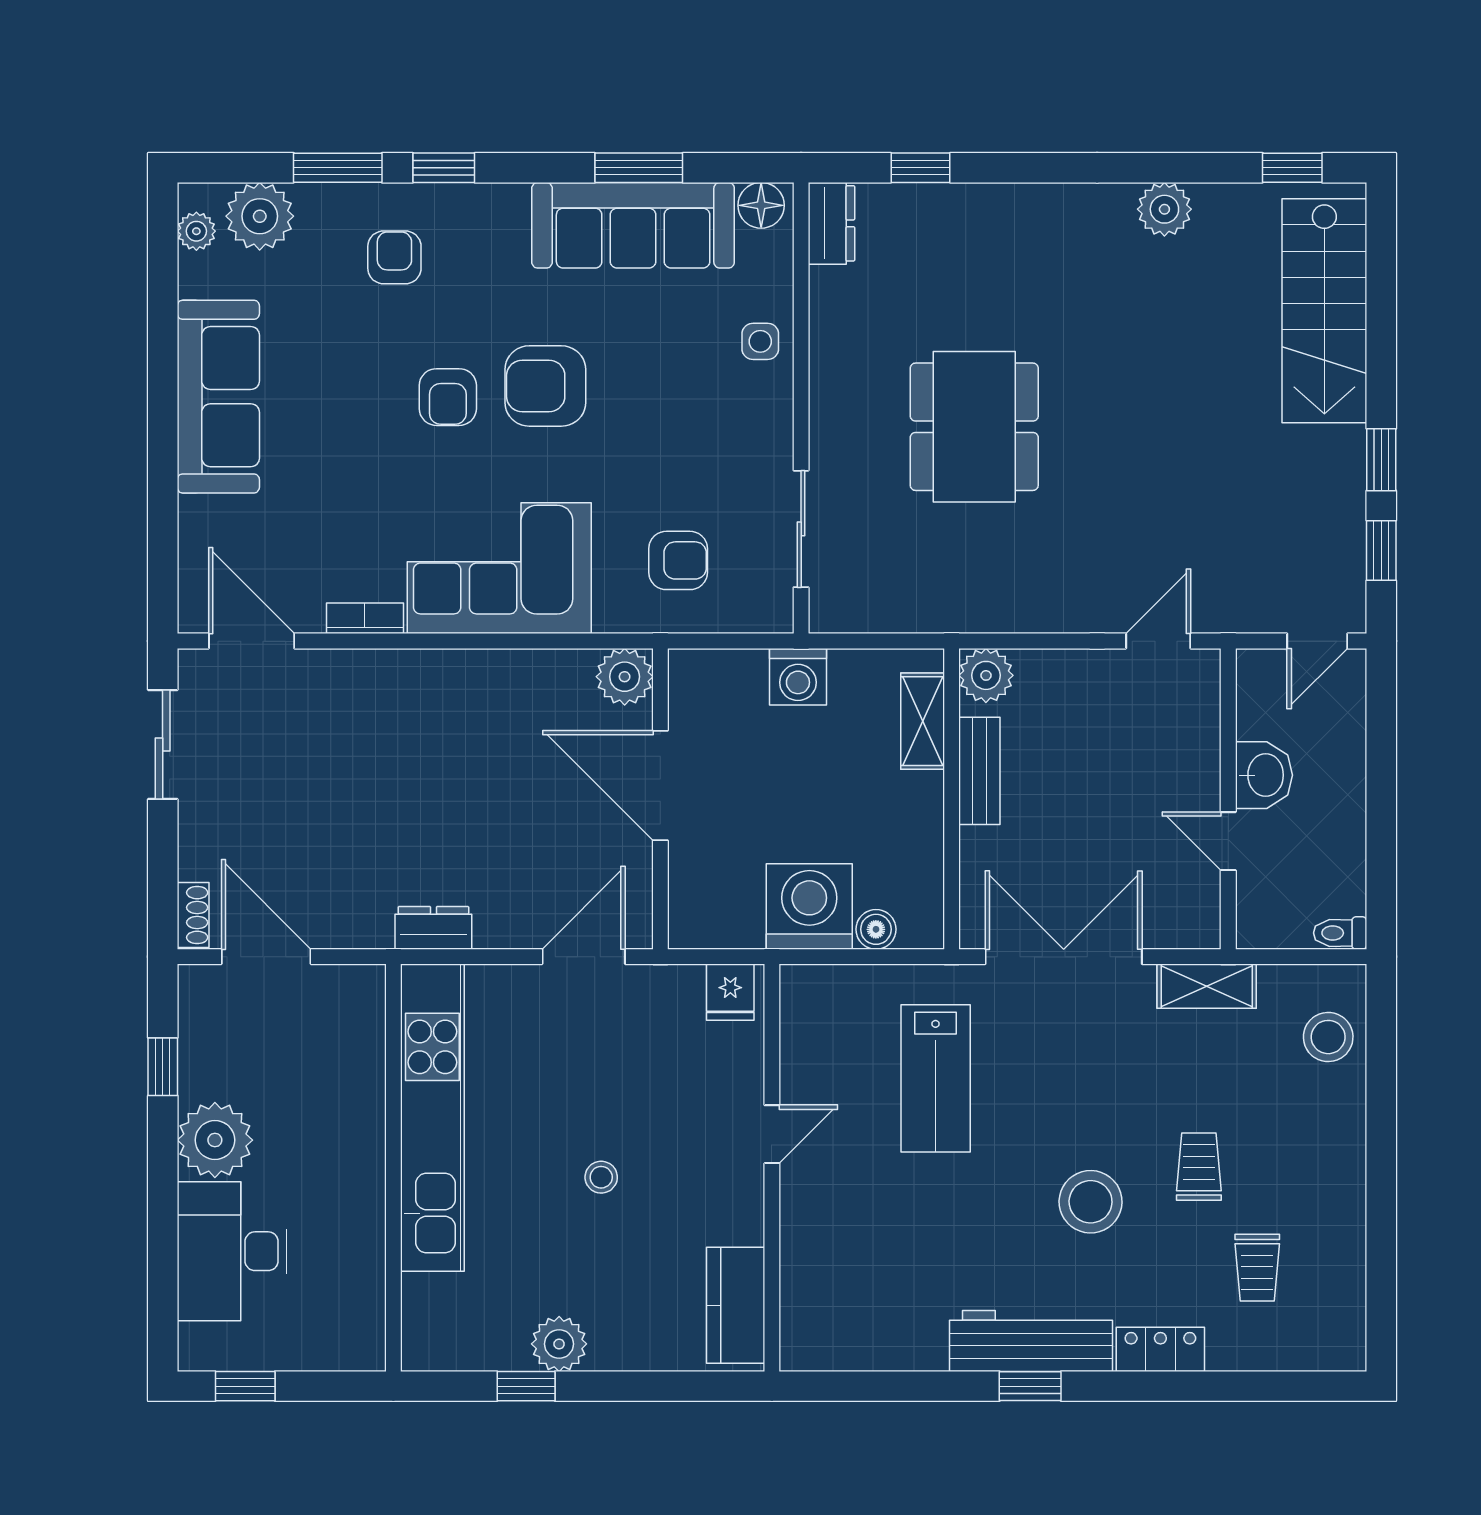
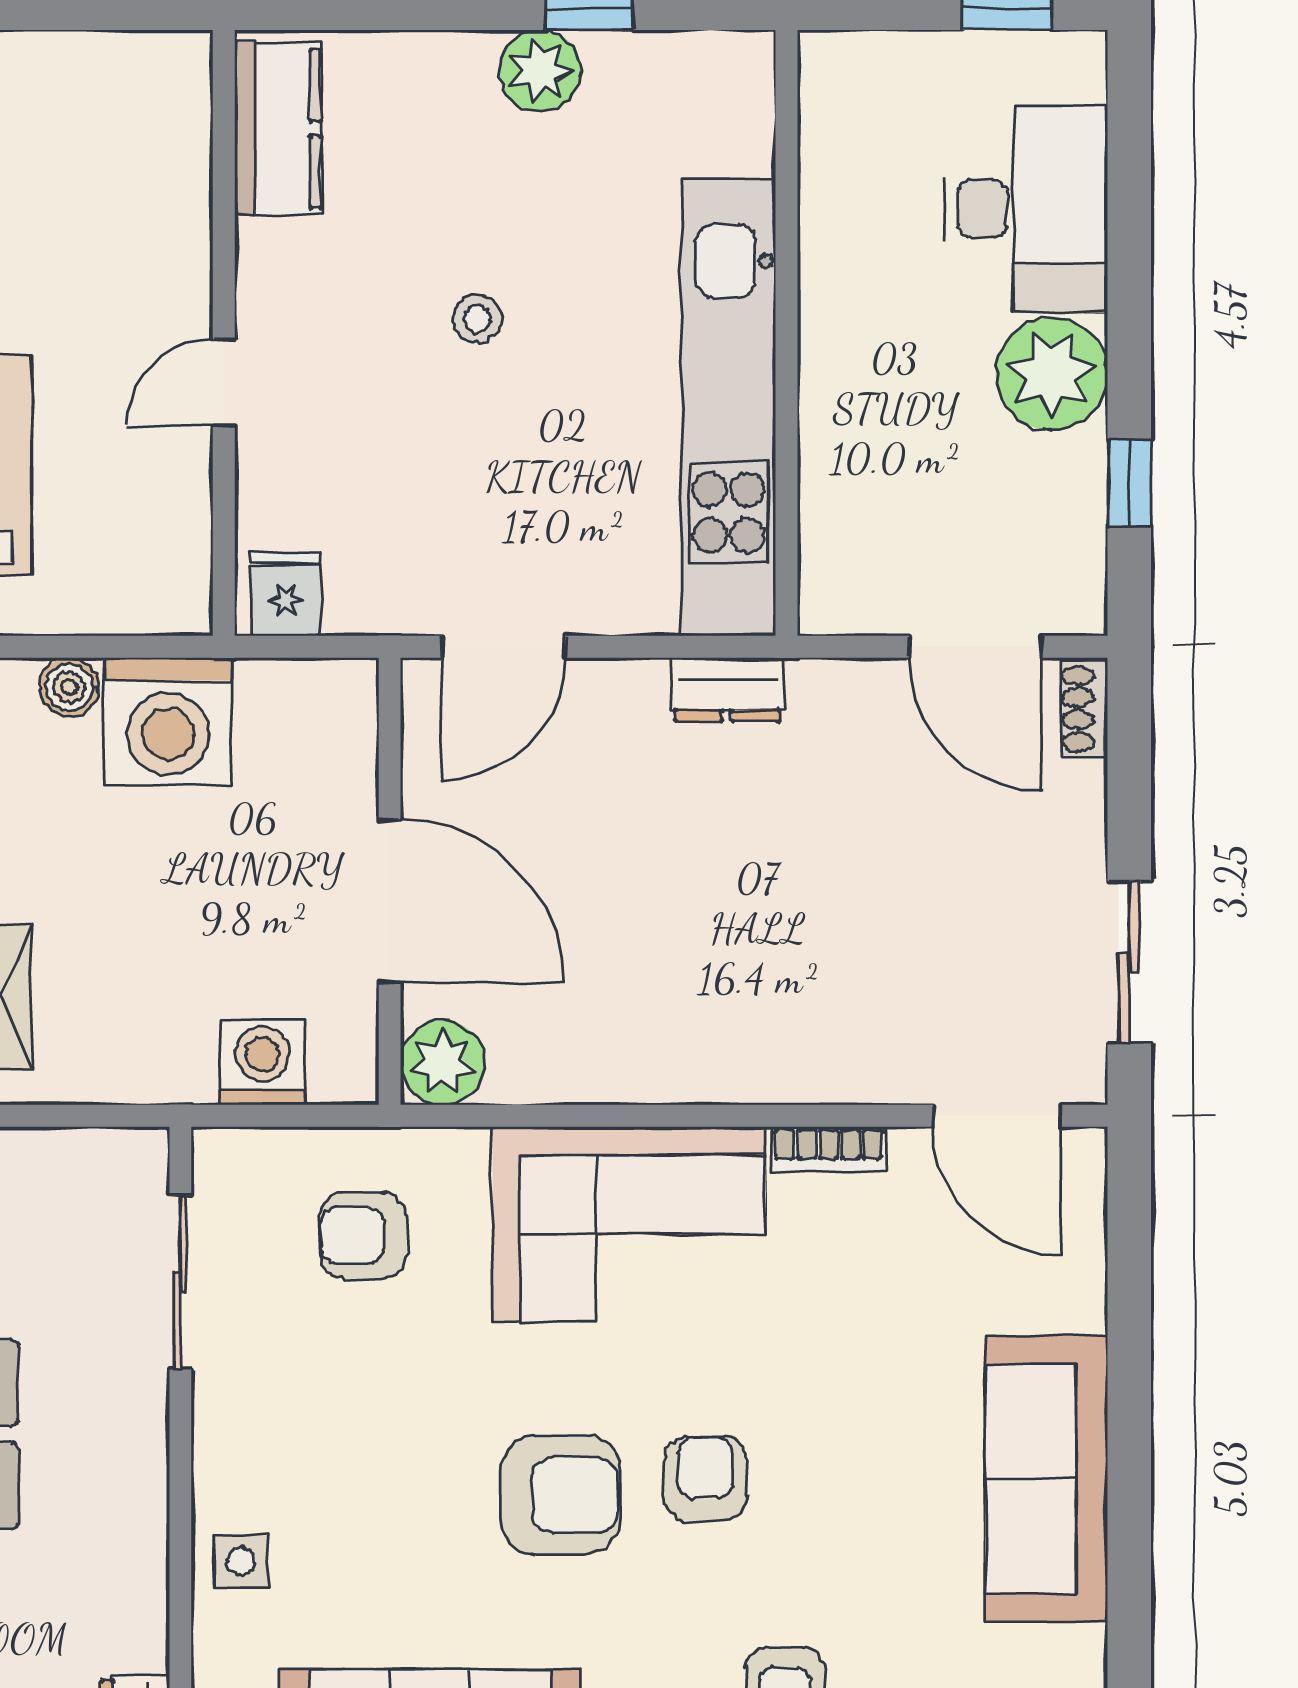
washing machine: (798, 677) -> (262, 1063), moved

